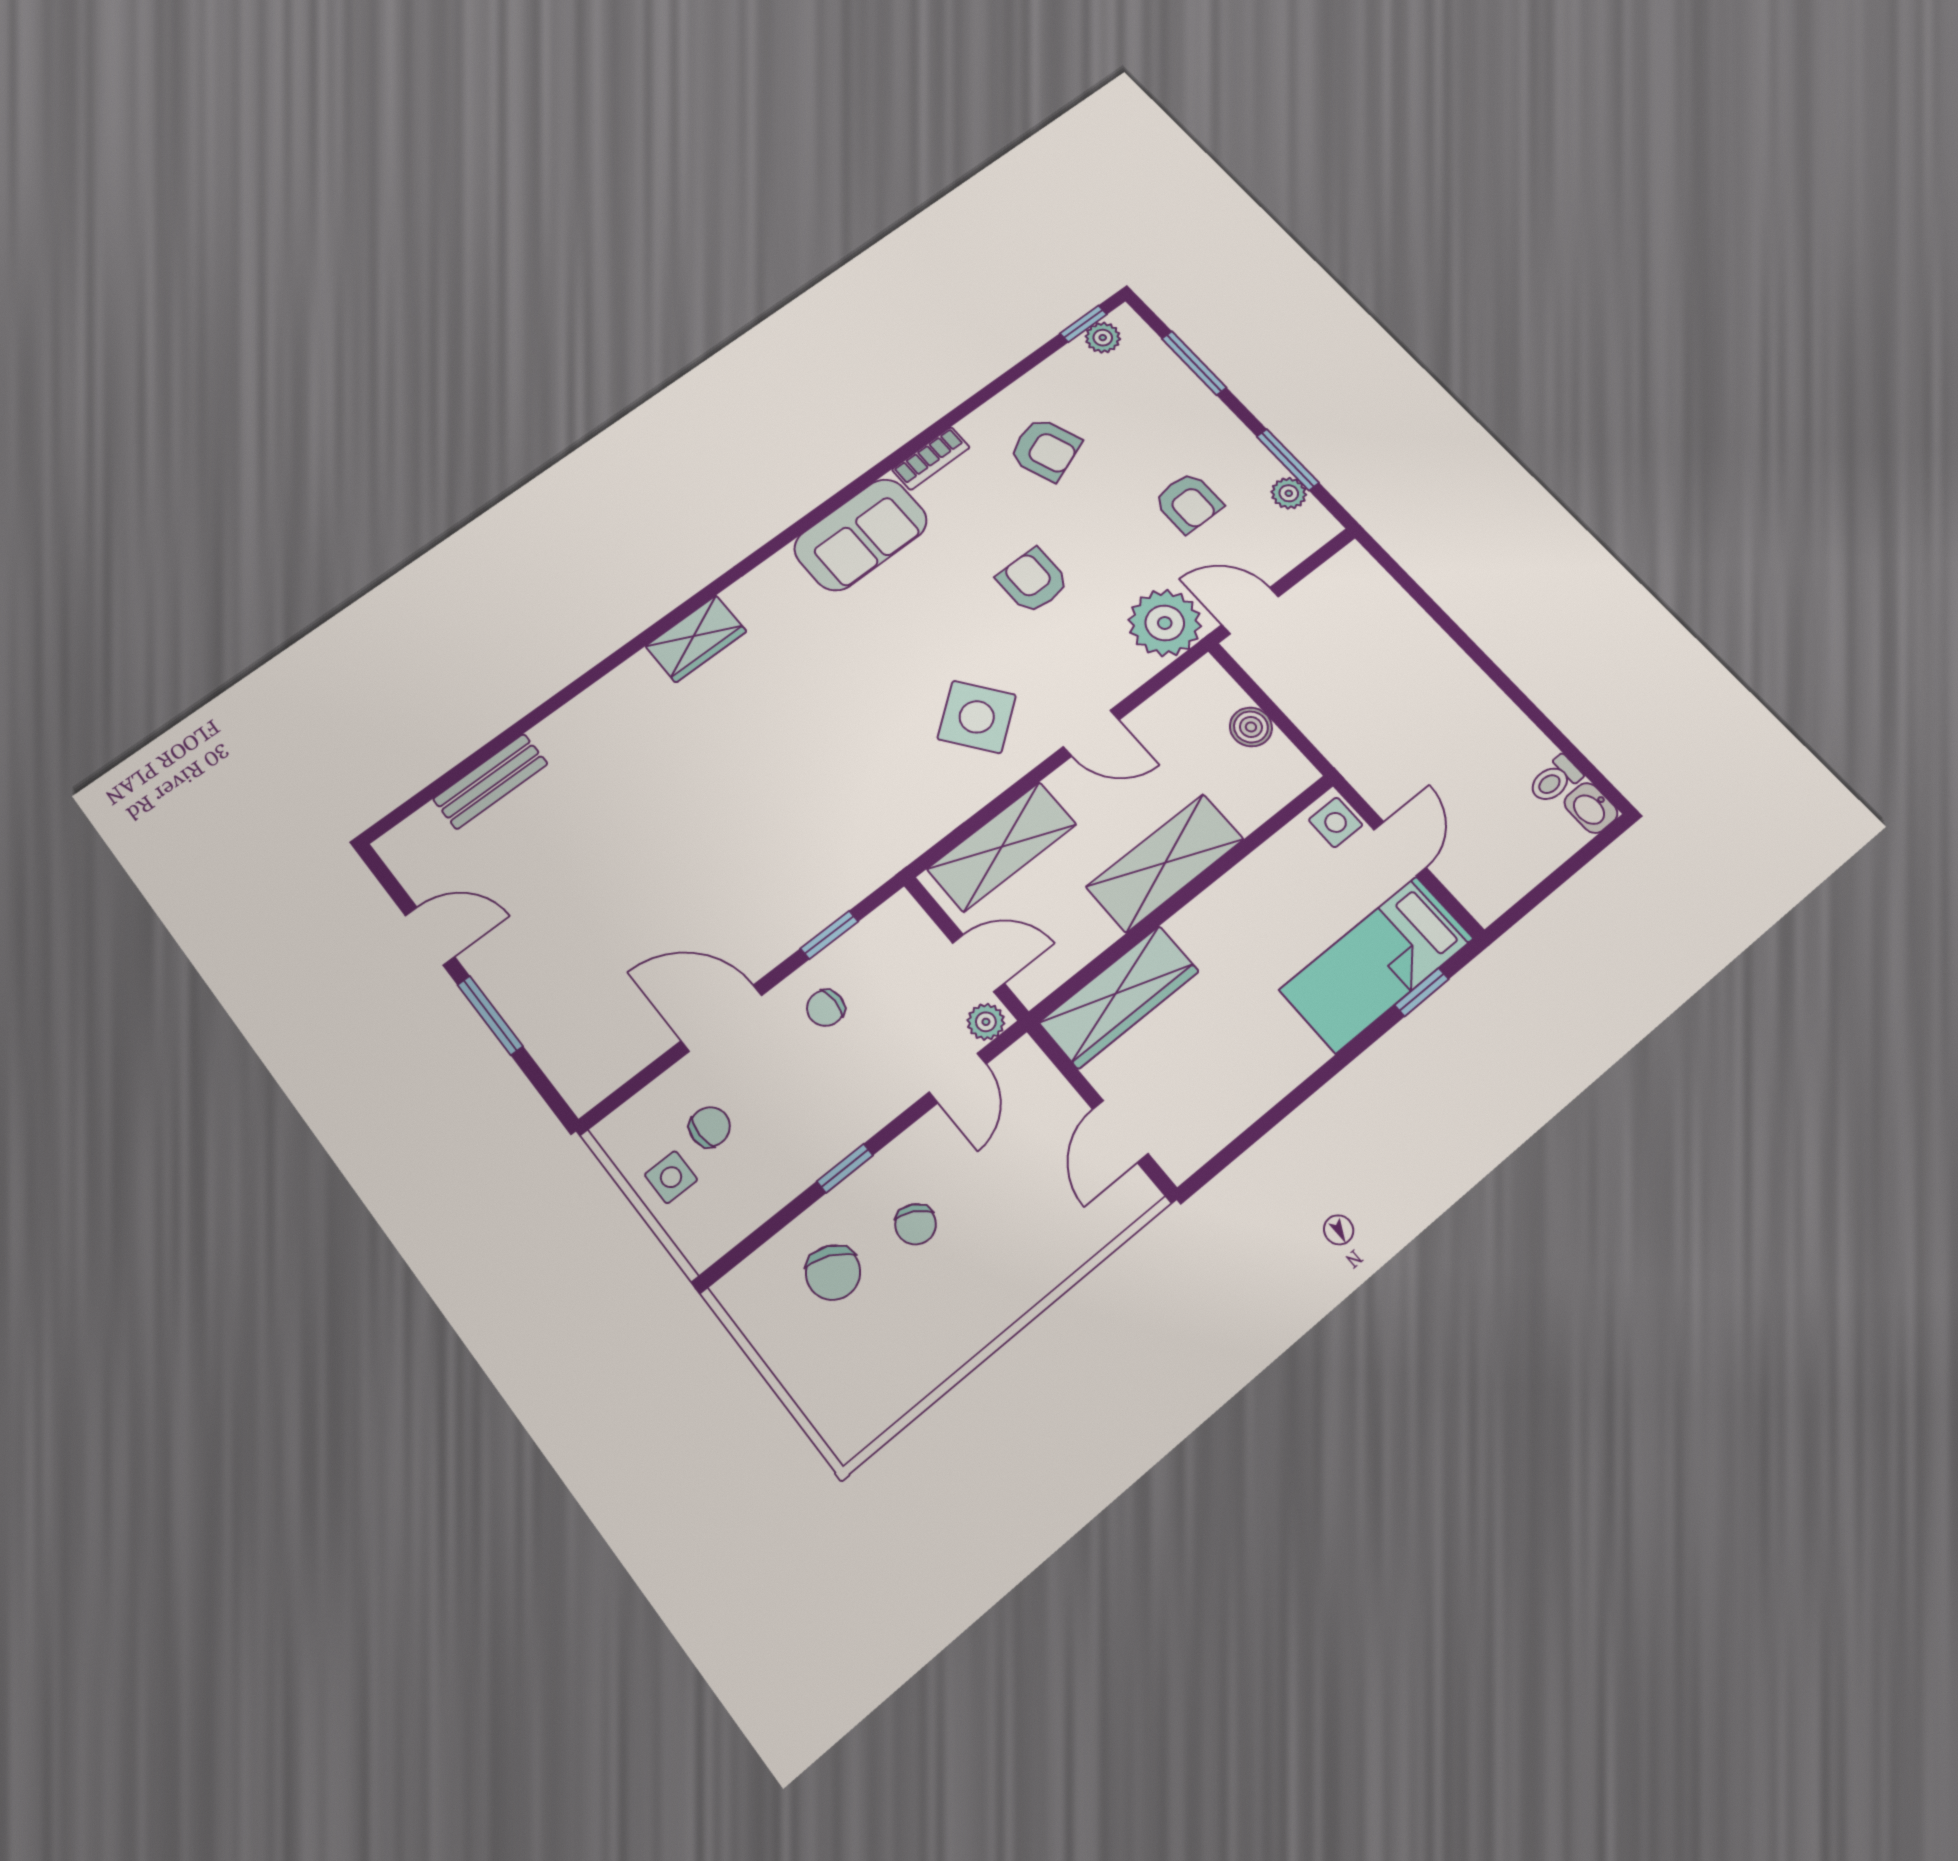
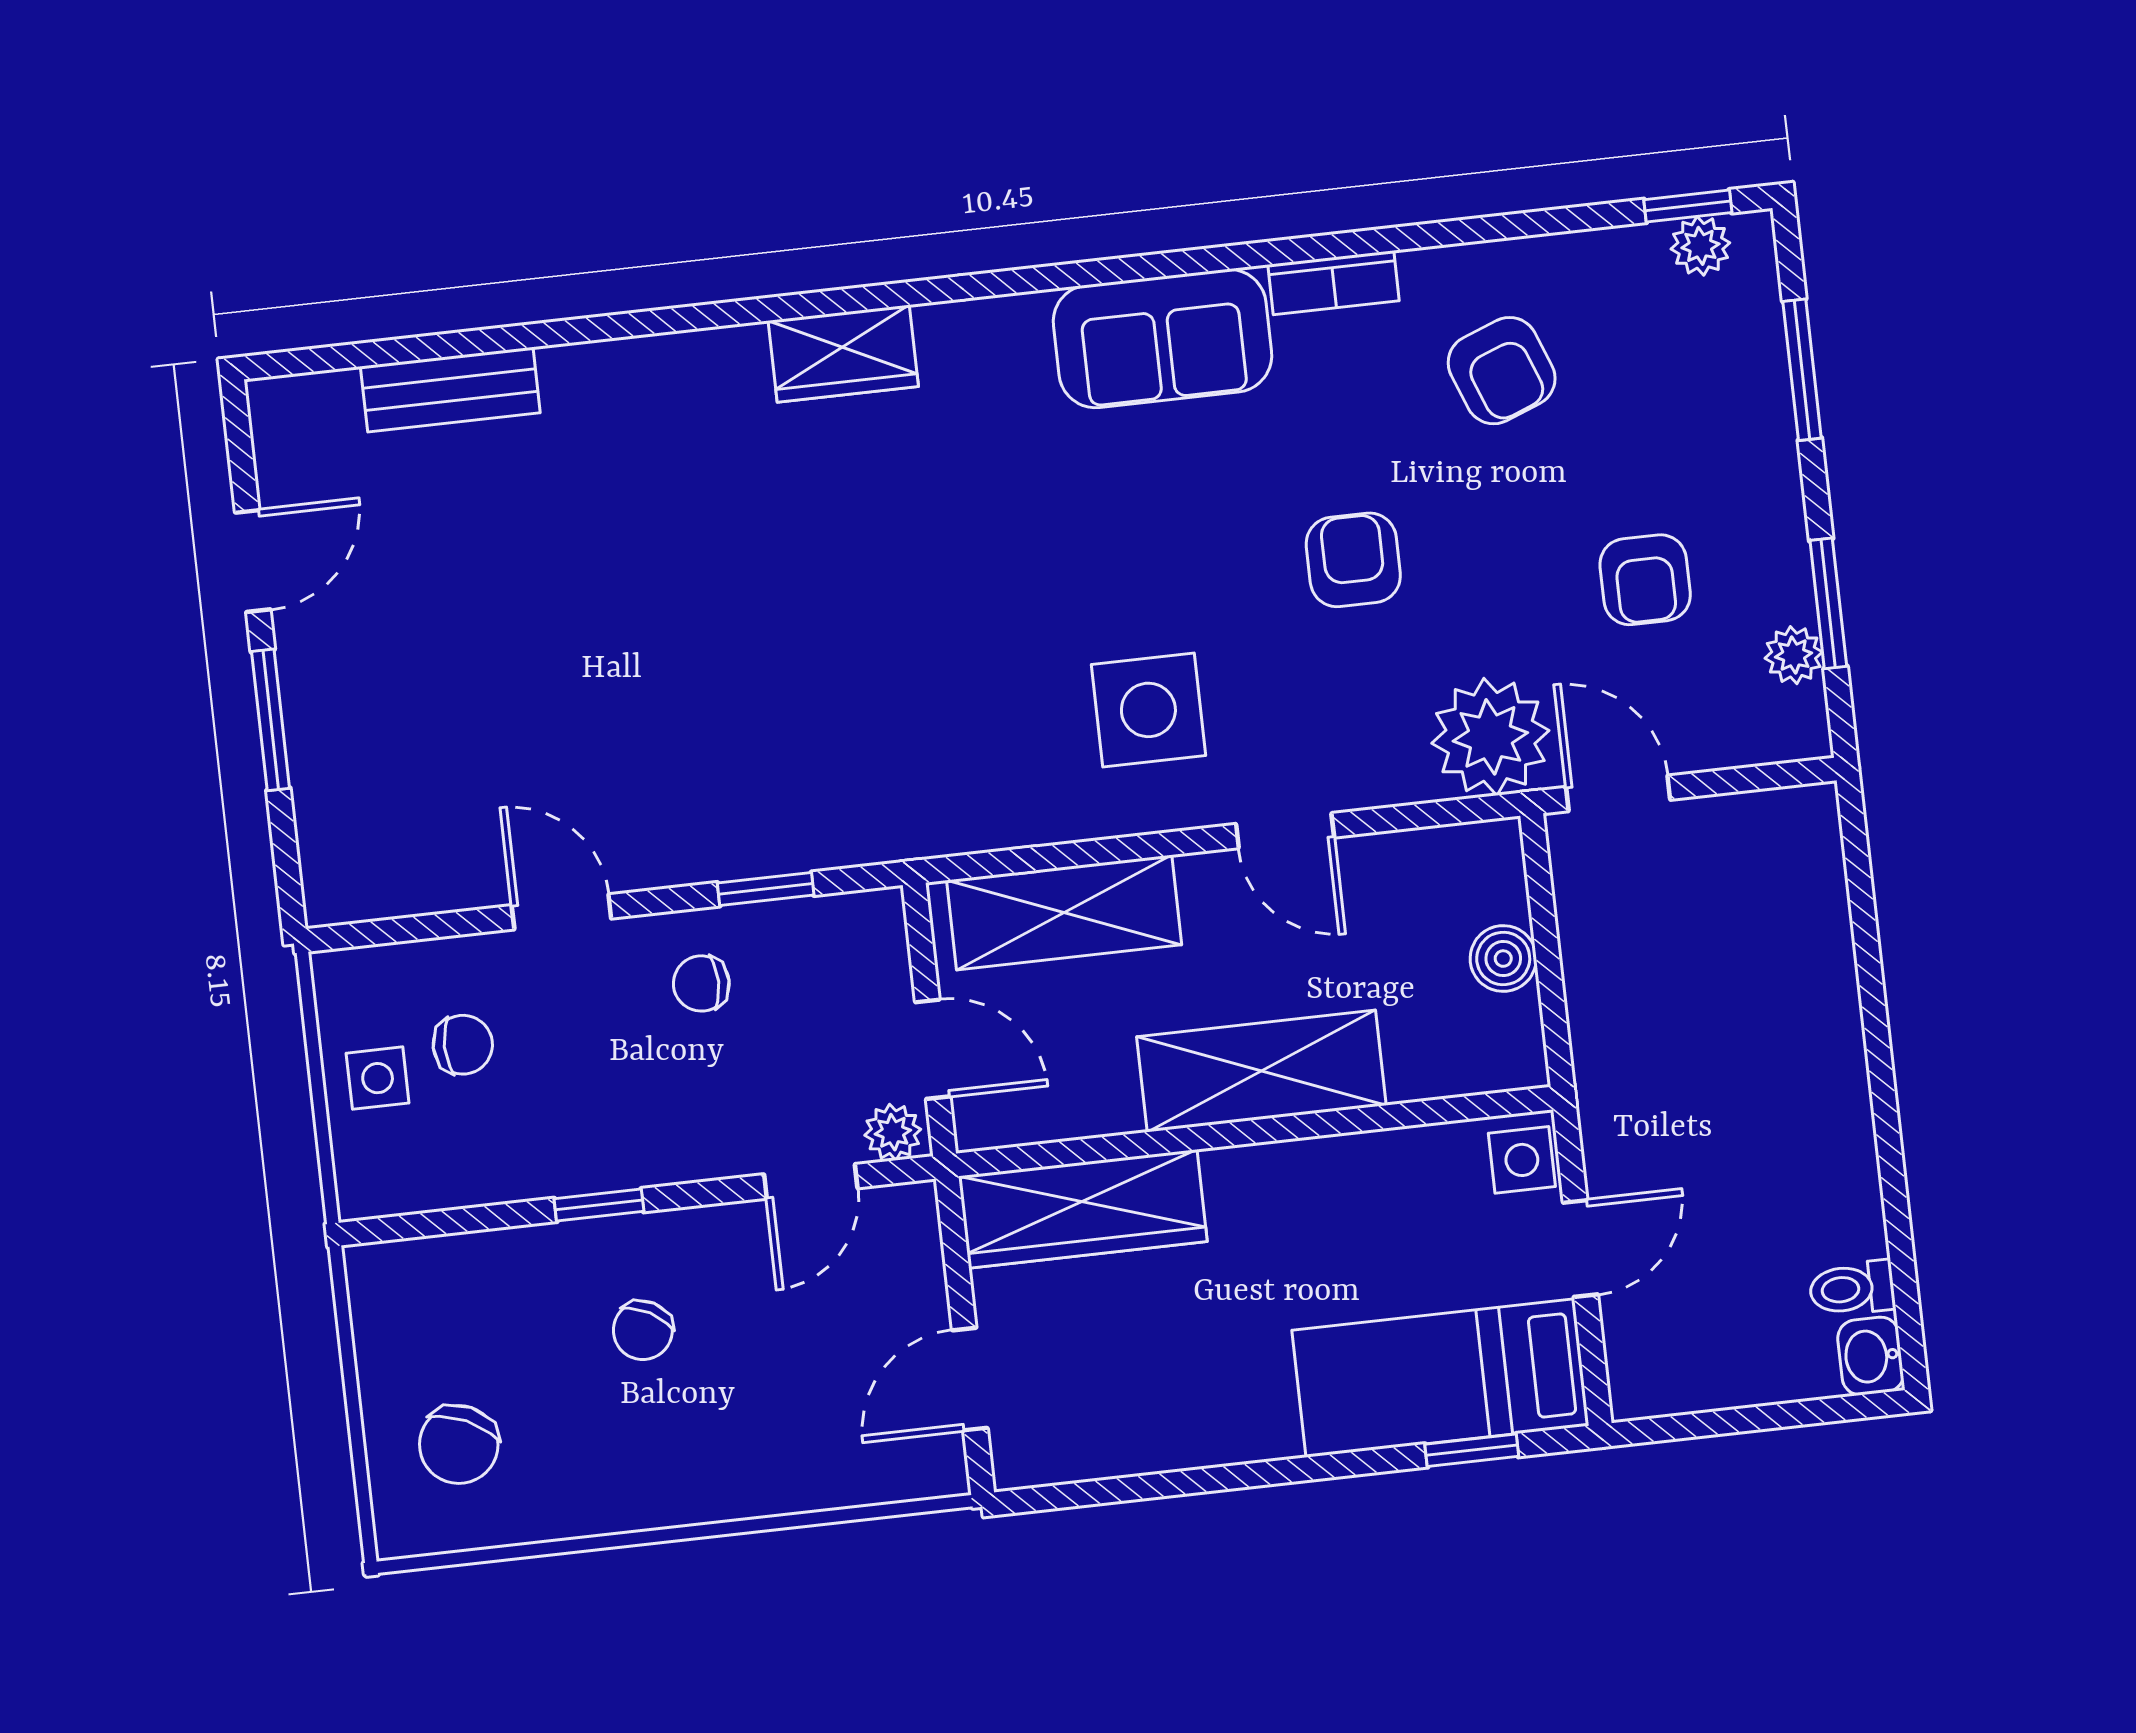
side table: (977, 717) -> (1148, 710), turned 37
door: (430, 936) -> (253, 561), hinge flipped
door: (722, 1018) -> (561, 912), width x0.73
chair: (833, 1273) -> (459, 1444), moved

